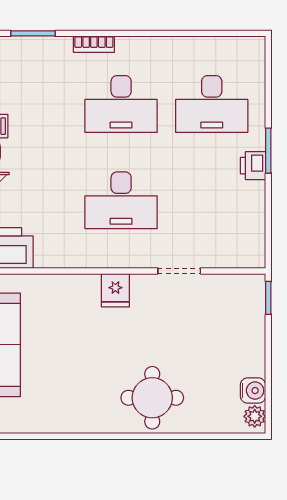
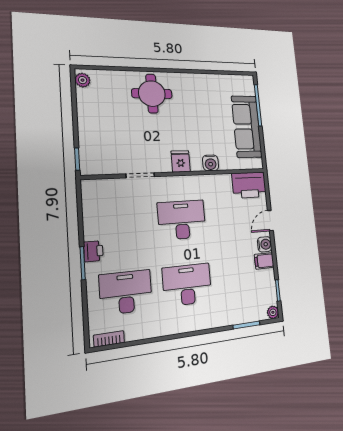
bookcase: (94, 44) -> (109, 339), moved
water cooler: (253, 391) -> (211, 163), moved, turned -90

